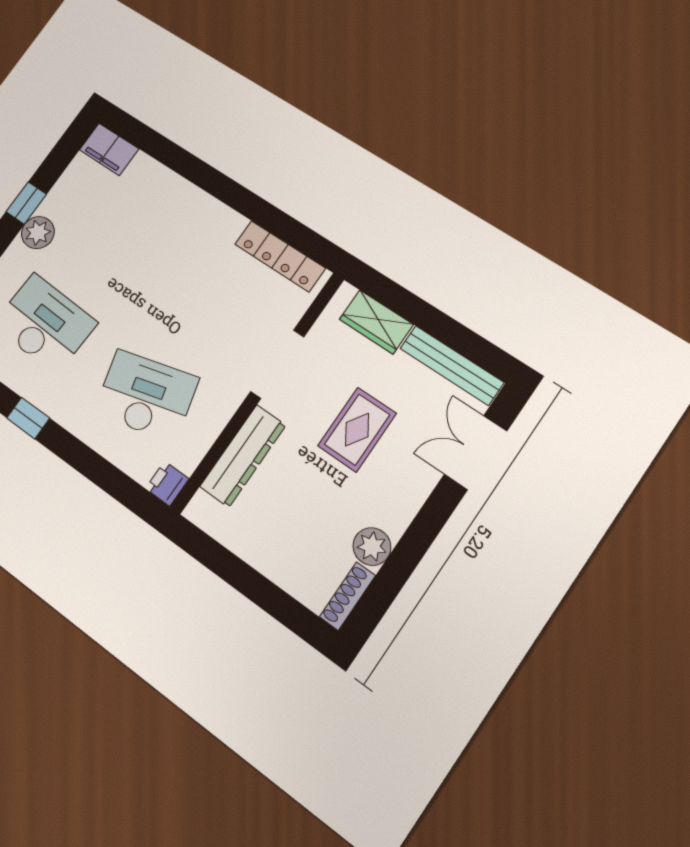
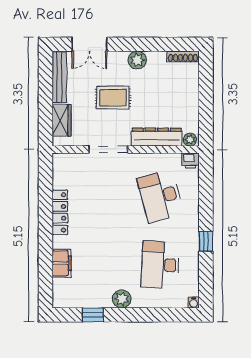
filing cabinet: (109, 149) -> (61, 263), moved
window: (26, 203) -> (93, 315), moved
locker: (280, 256) -> (60, 212), moved
plant: (201, 507) -> (190, 140), added
plant: (372, 547) -> (137, 60), moved

